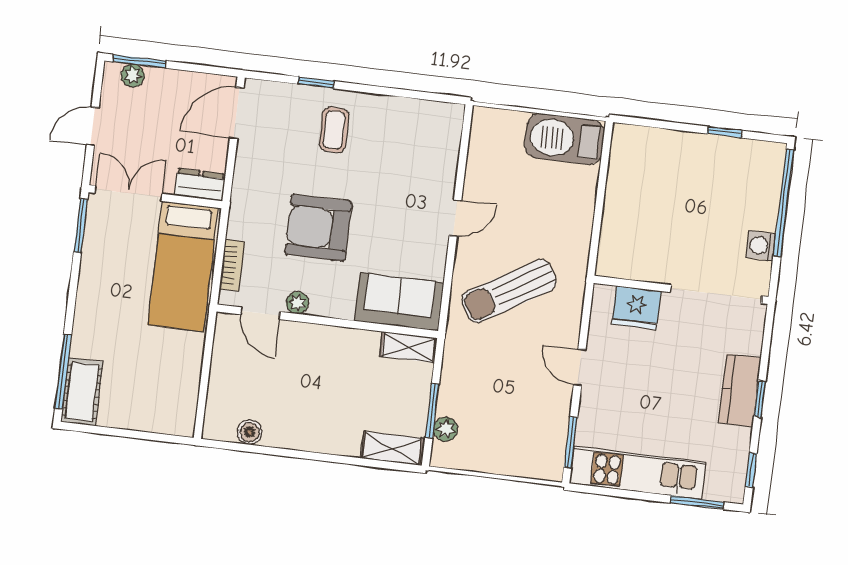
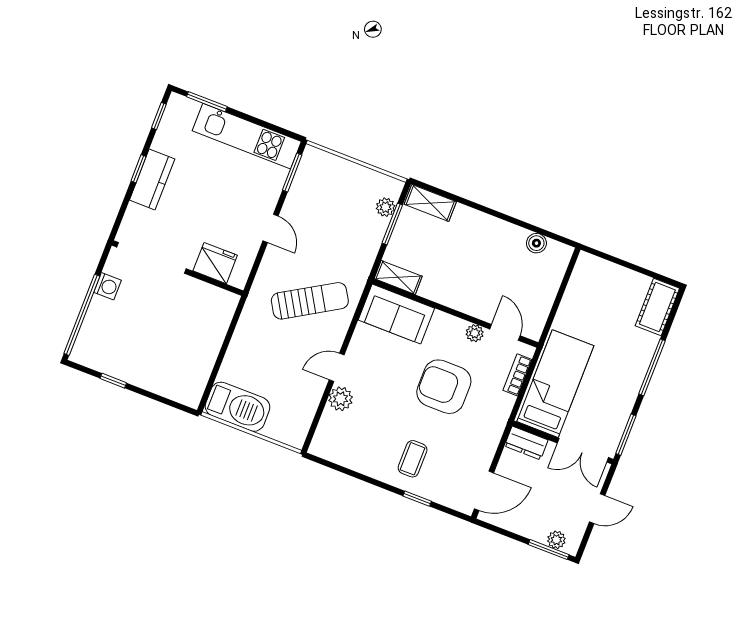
plant: (441, 181) -> (341, 399), added
armchair: (318, 228) -> (444, 387), turned 180
window: (63, 372) -> (652, 367), moved

